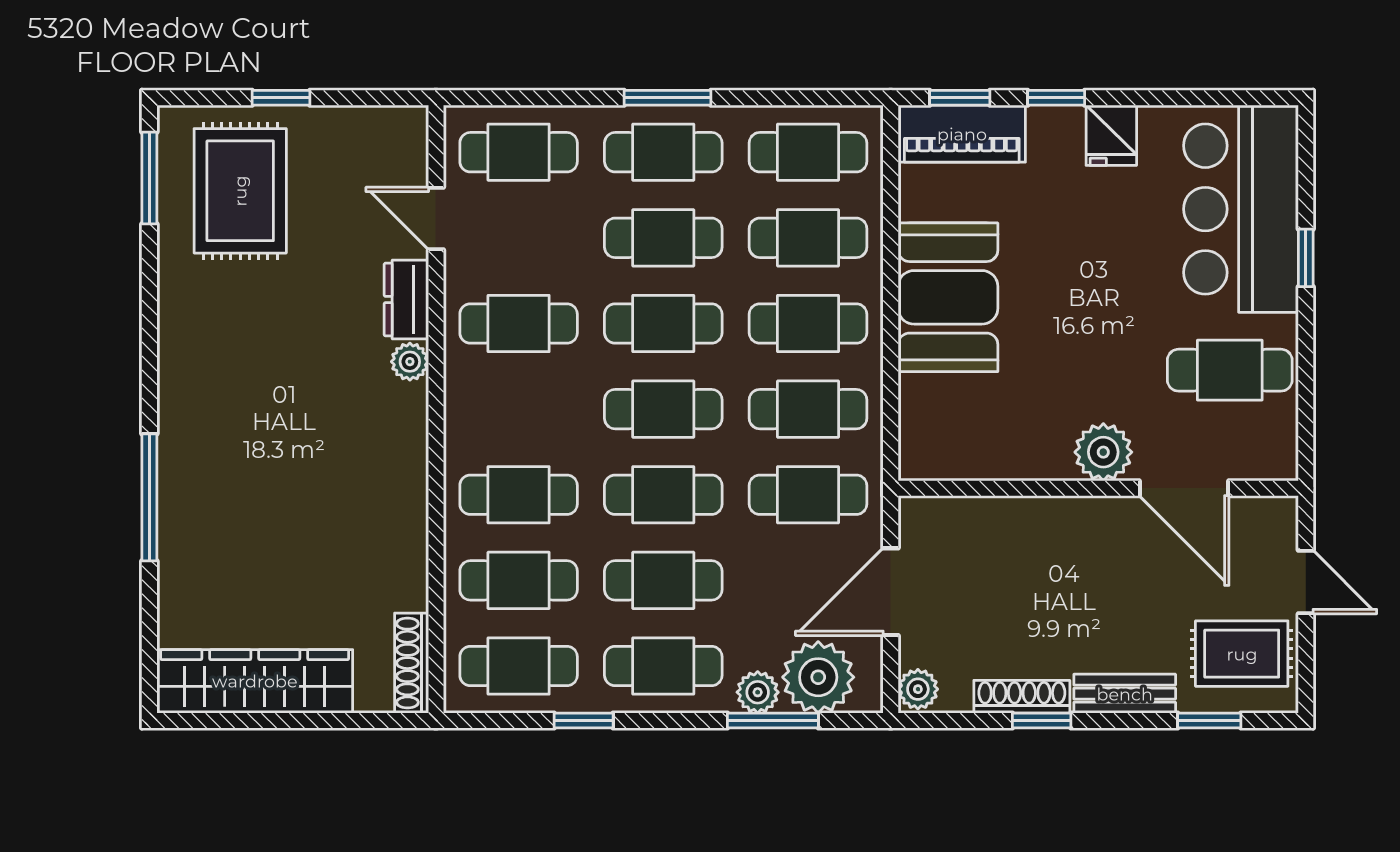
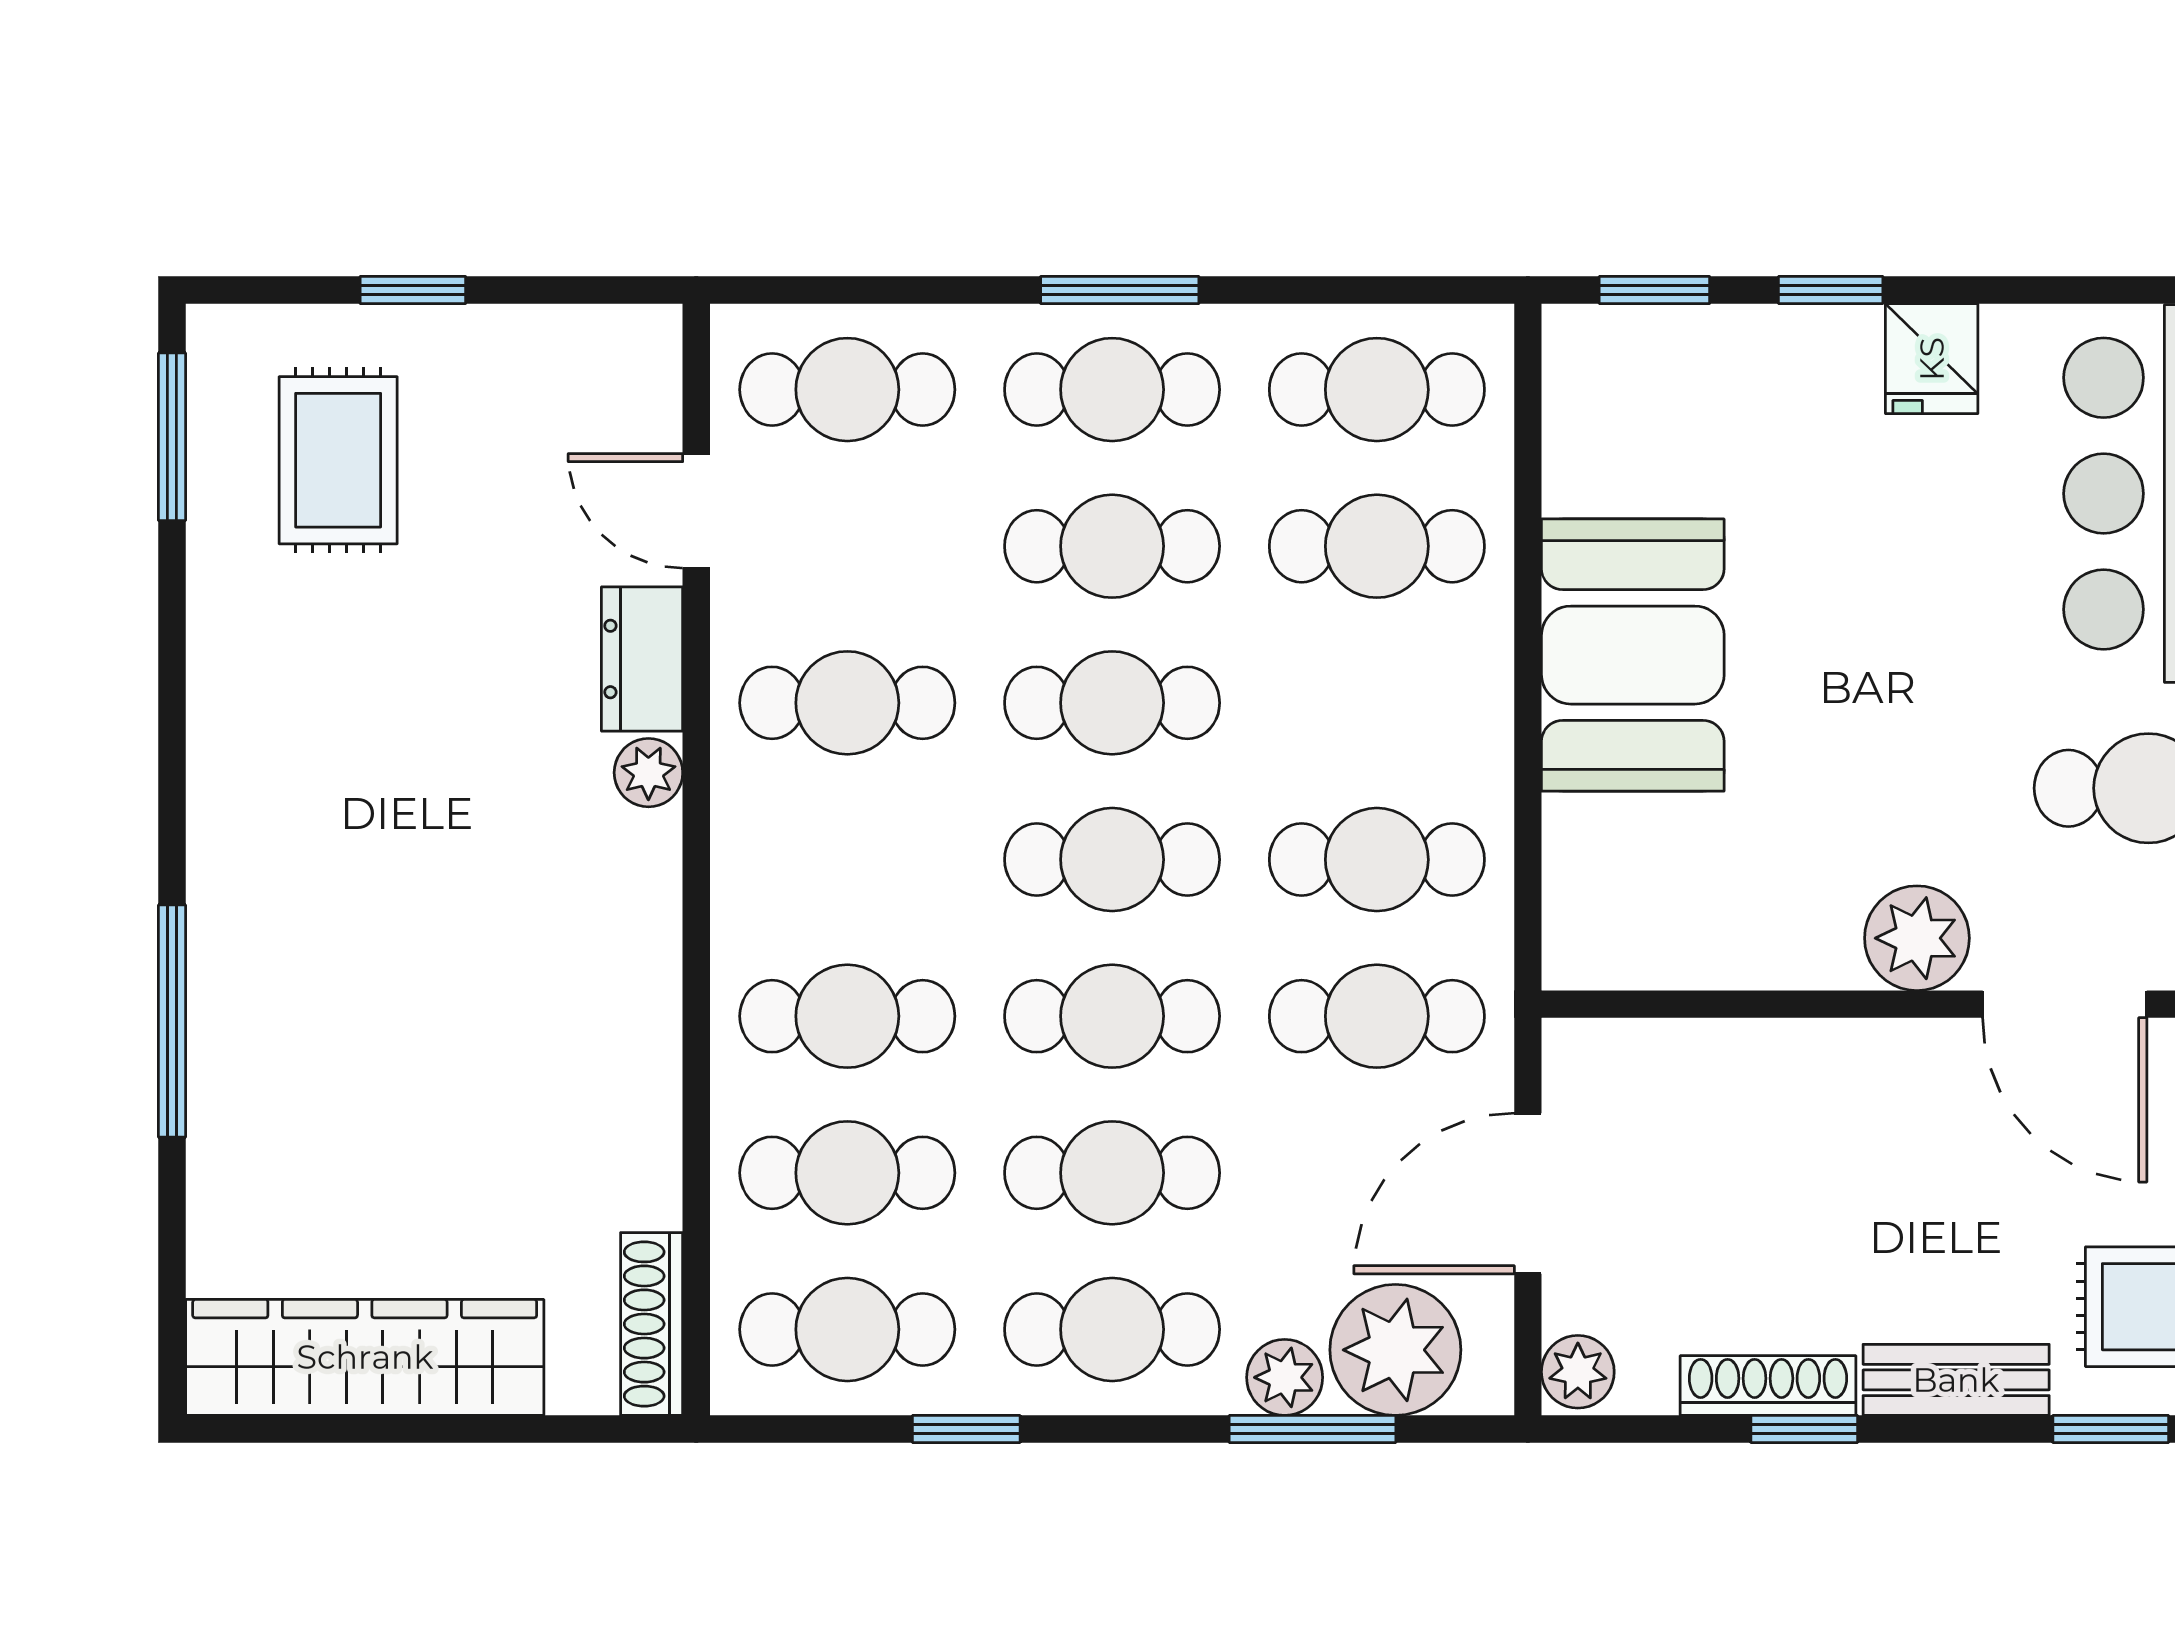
piano: (962, 134) -> (1658, 356), removed
rug: (240, 191) -> (338, 460), width x0.73, depth x0.70
cafe table: (808, 323) -> (1377, 703), removed

